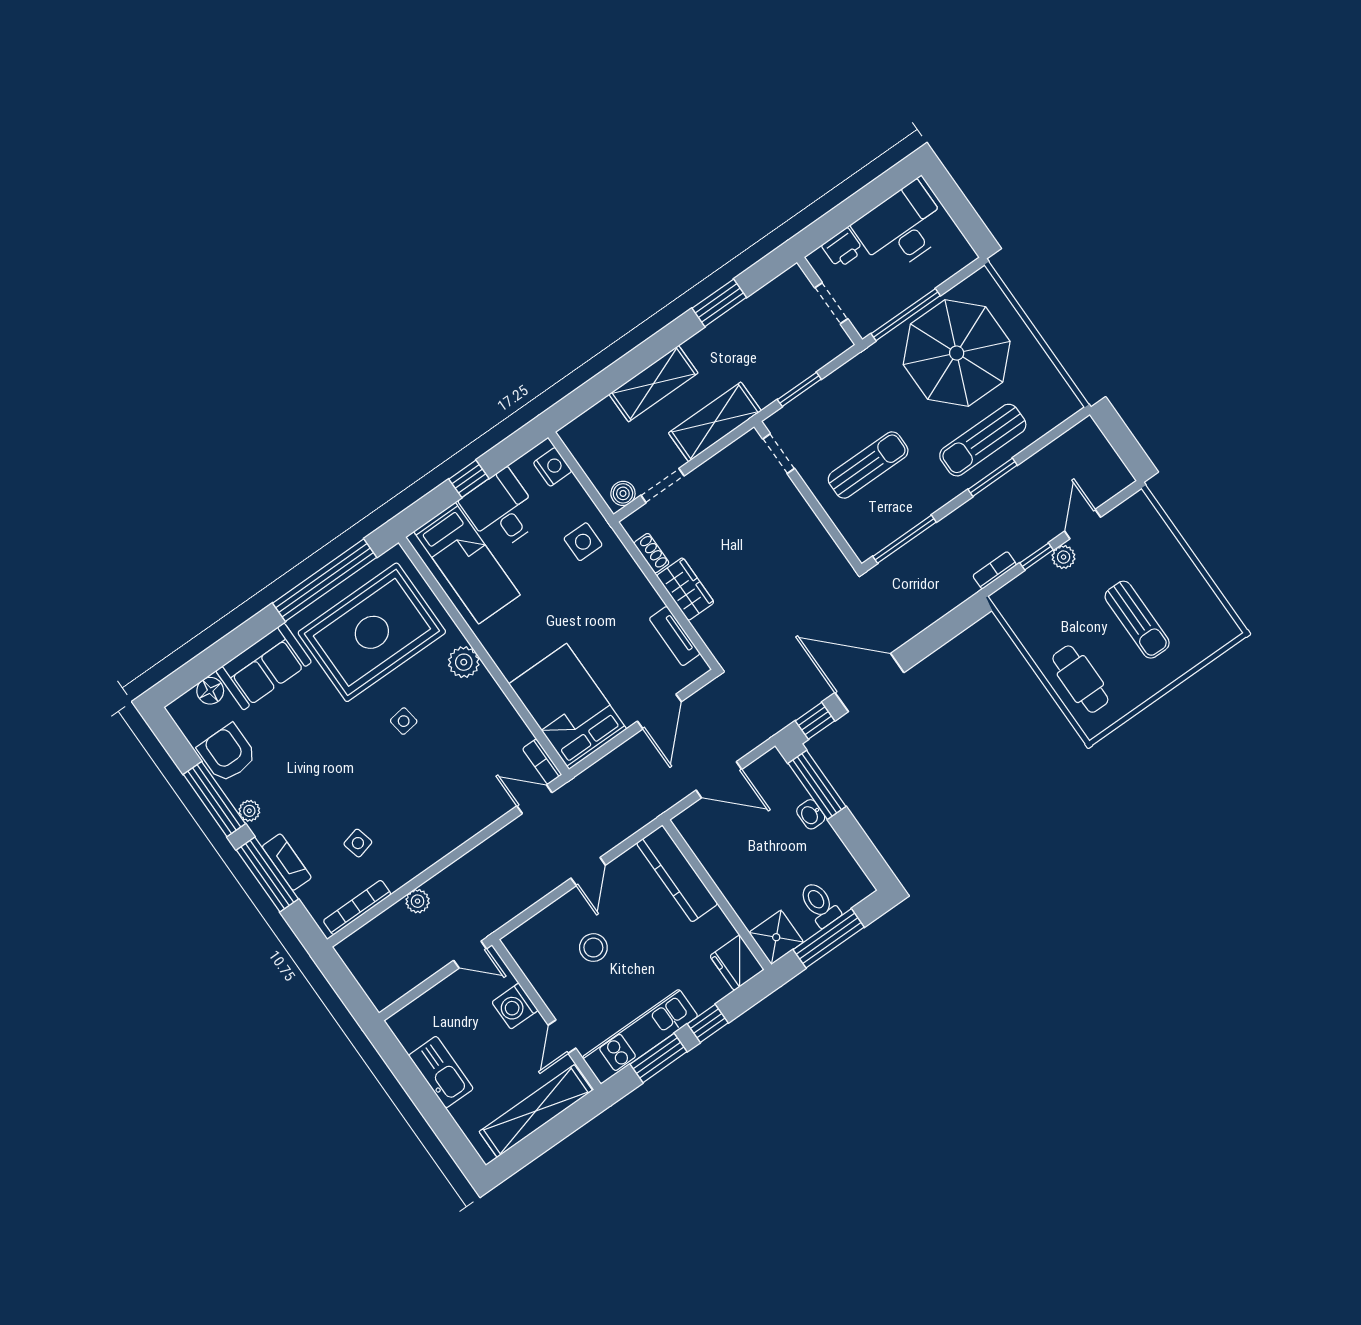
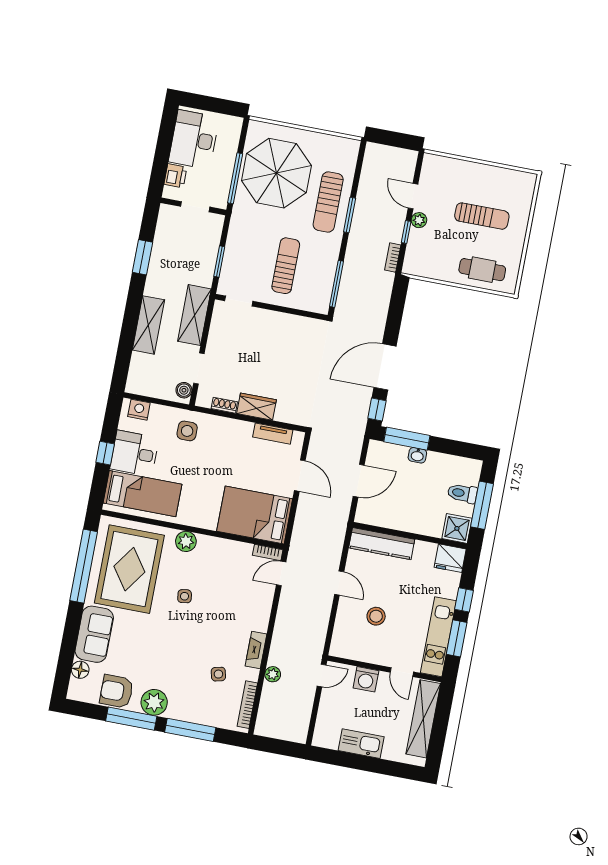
plant: (249, 811) -> (154, 702), width x1.88, depth x1.88
fireplace: (287, 862) -> (256, 650), moved, turned -90

